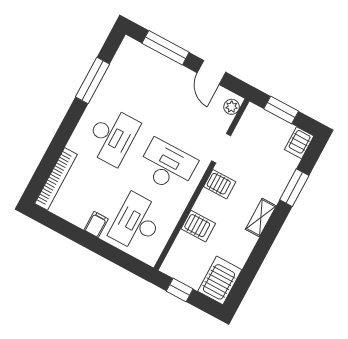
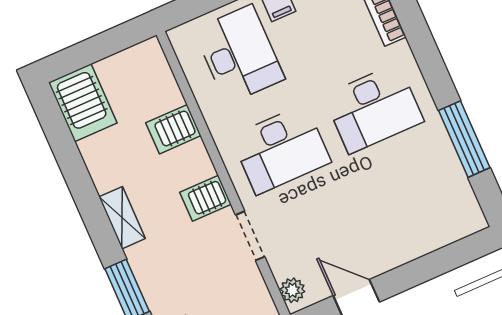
window: (166, 48) -> (433, 265), removed
desk: (112, 136) -> (374, 108), turned -90
window: (180, 290) -> (110, 42), removed

